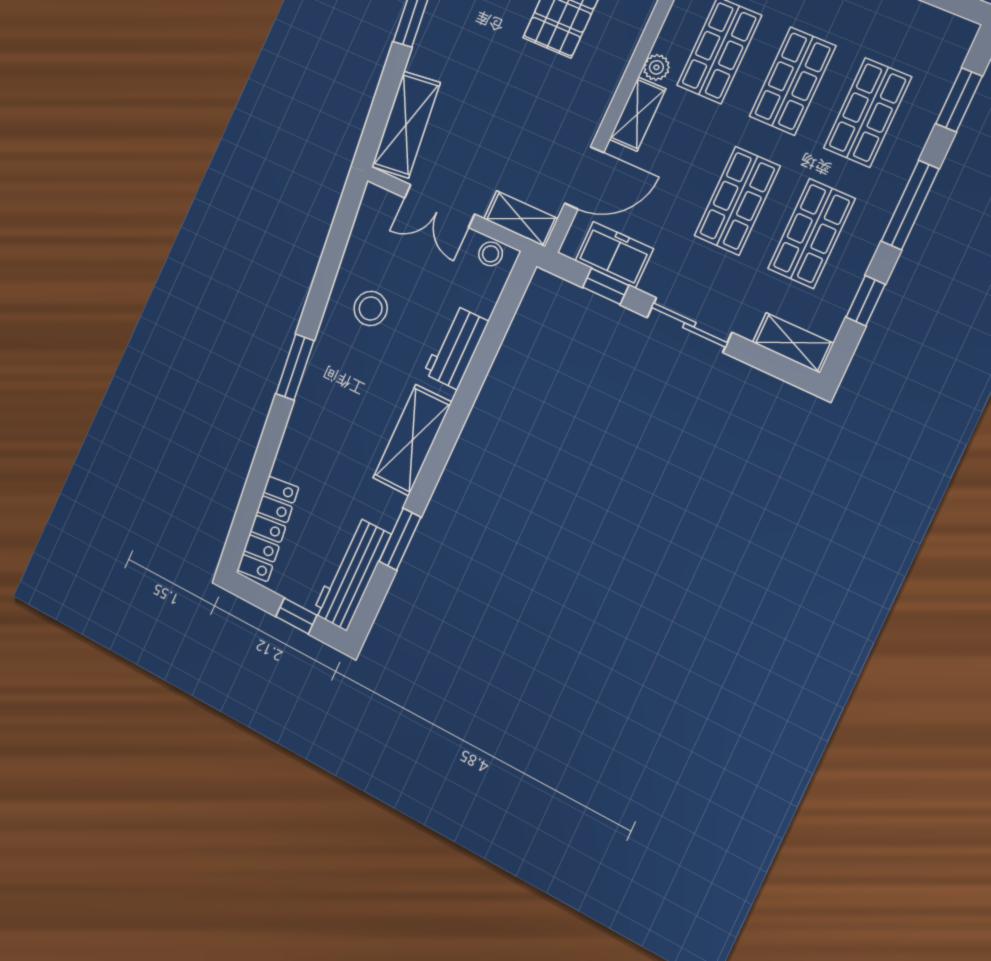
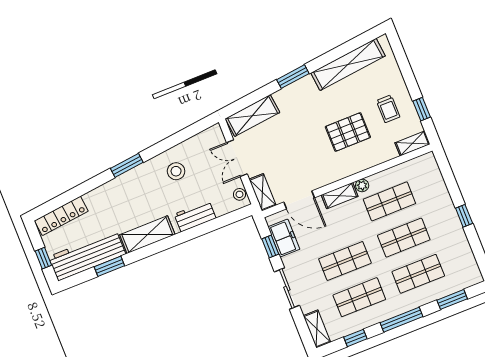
workbench: (352, 574) -> (87, 255), width x1.36, depth x1.32

